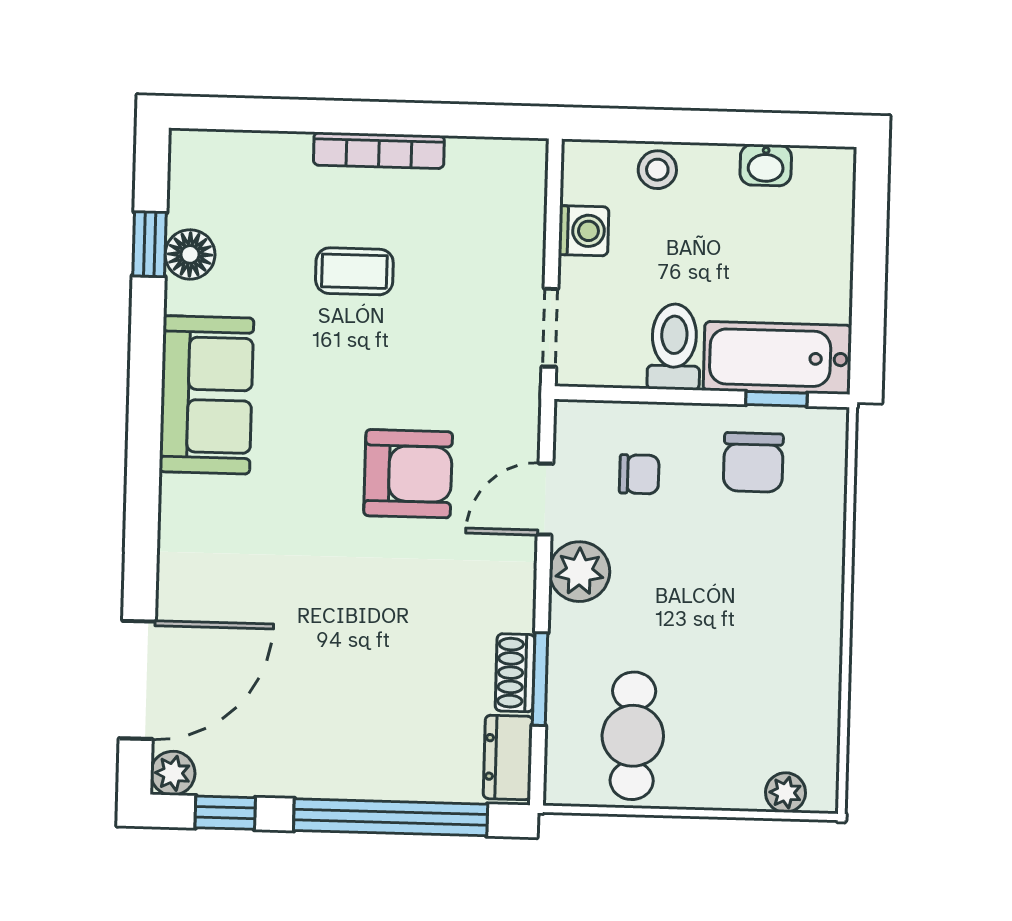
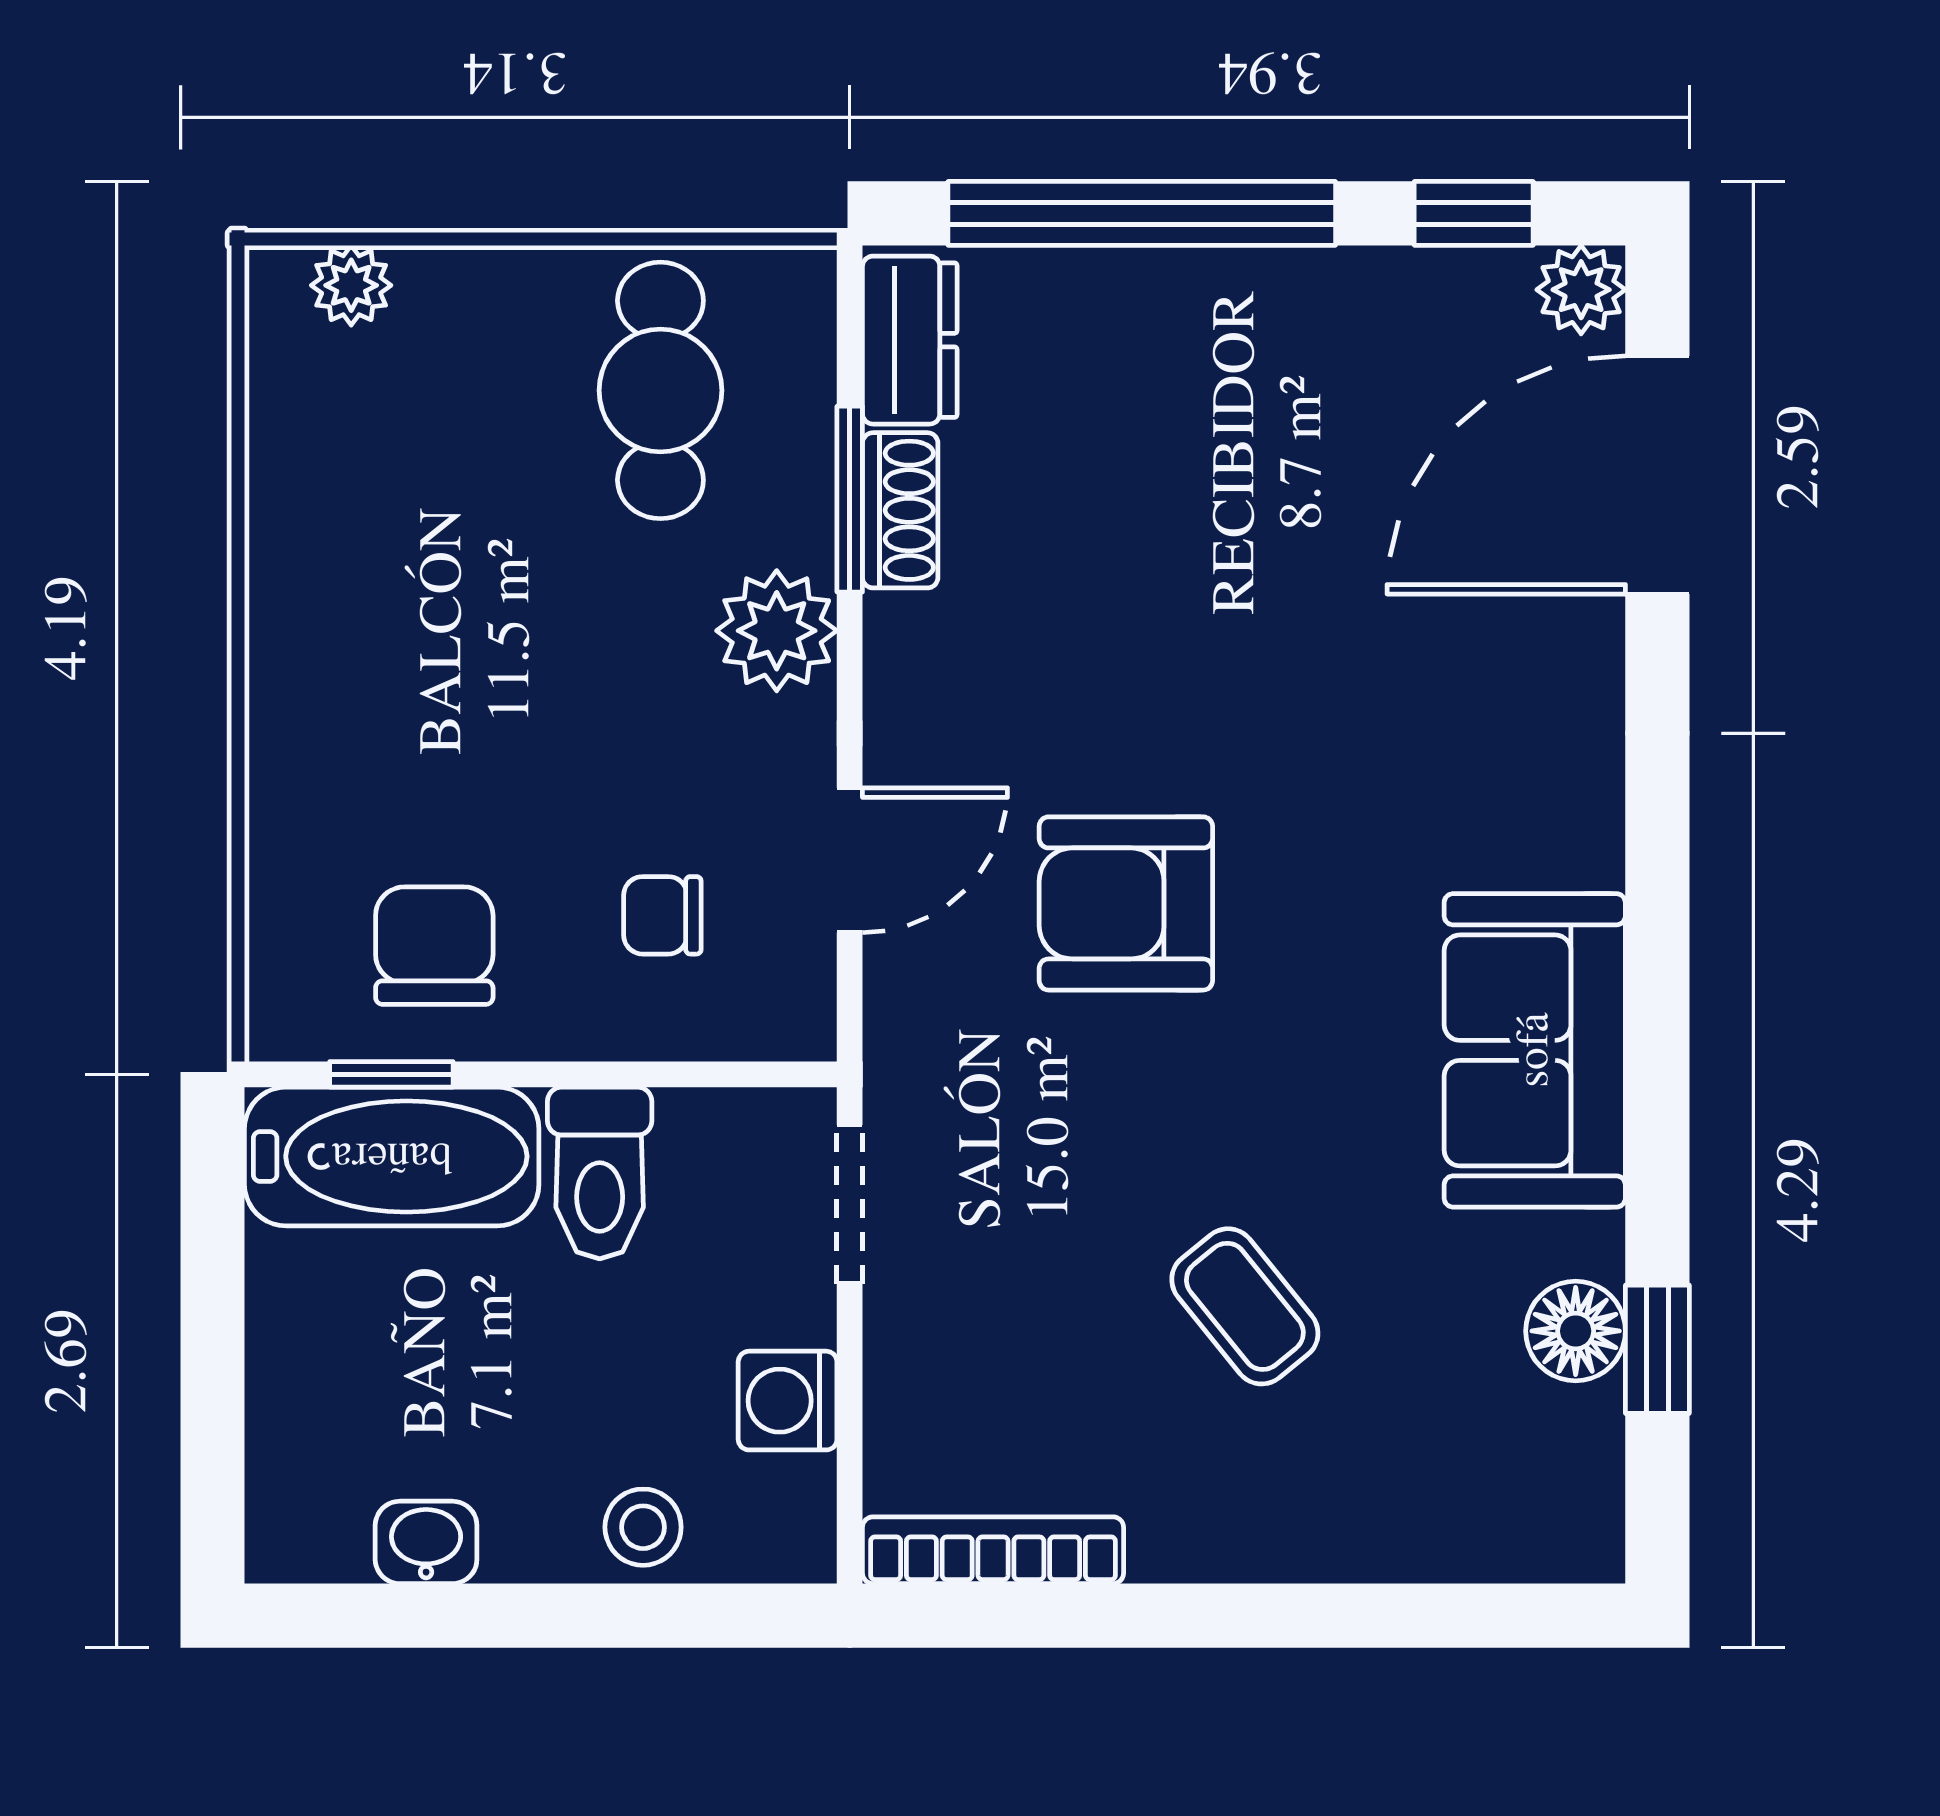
bookcase: (379, 150) -> (993, 1550), moved
coffee table: (354, 271) -> (1245, 1306), turned 51
plant: (579, 572) -> (777, 631), moved

